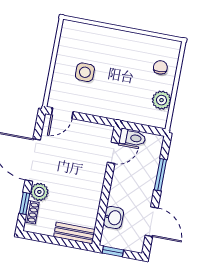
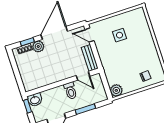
plant: (162, 100) -> (116, 90), moved
toilet: (132, 138) -> (70, 91), moved
washbasin: (113, 217) -> (35, 100), moved
bench: (74, 233) -> (90, 58), moved

